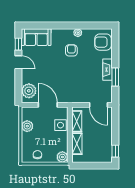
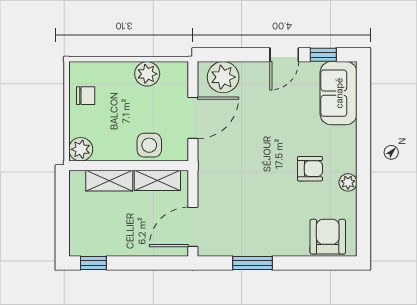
fireplace: (108, 70) -> (269, 247), removed

